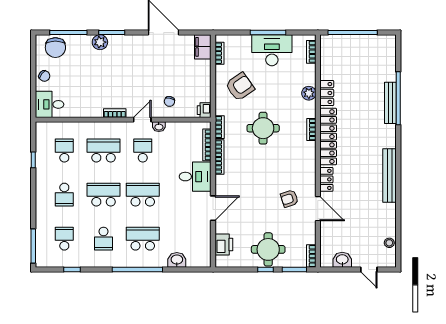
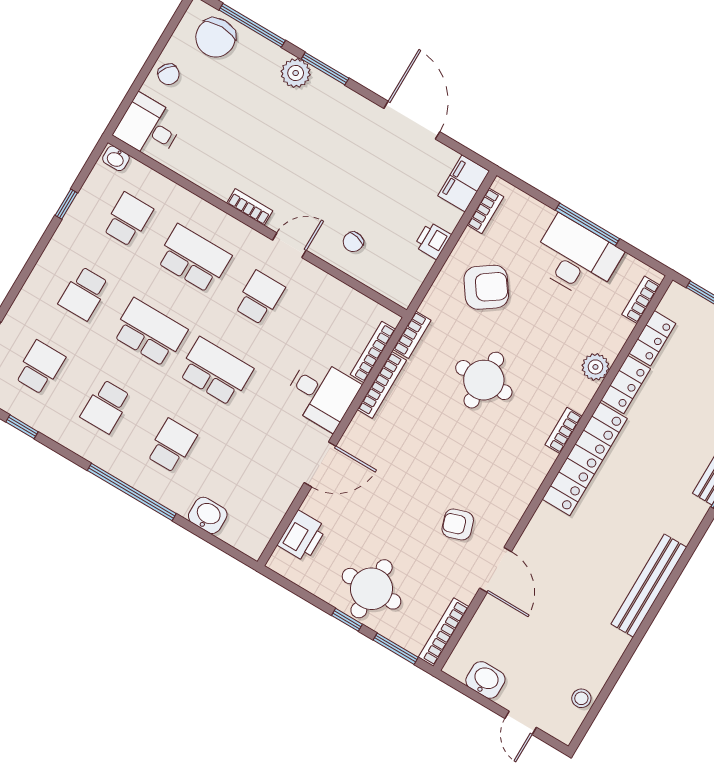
printer: (204, 110) -> (433, 241), moved
washbasin: (159, 127) -> (116, 158), moved
locker: (326, 179) -> (652, 338), moved
school desk: (143, 239) -> (172, 446), width x0.54
bookcase: (311, 256) -> (444, 632), width x1.56

